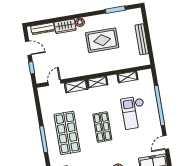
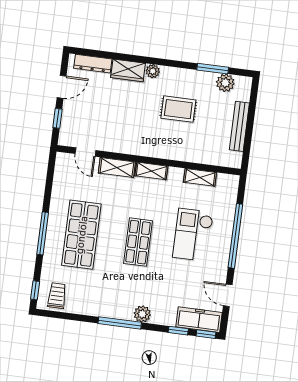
plant: (125, 16) -> (225, 83), added
rug: (102, 40) -> (178, 109), width x0.73, depth x0.70
door: (28, 48) -> (62, 87), hinge flipped
door: (54, 83) -> (85, 152), swing flipped
door: (166, 142) -> (228, 295), hinge flipped

